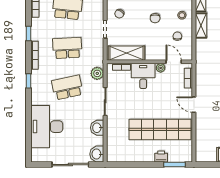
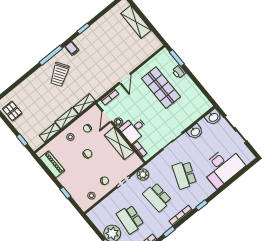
shelving: (201, 51) -> (84, 104), added
shelving: (127, 53) -> (119, 143), moved
plant: (97, 73) -> (143, 175), moved
school desk: (67, 88) -> (184, 175), turned 33
shop shelf: (160, 129) -> (161, 88), width x0.71

